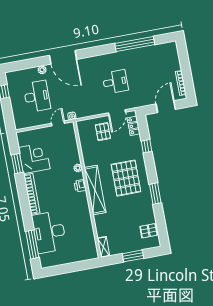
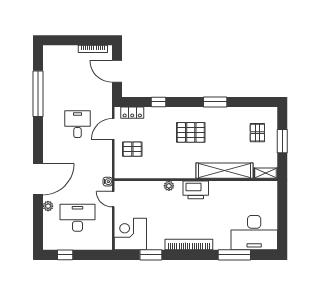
door: (117, 112) -> (113, 129), swing flipped
corner desk: (34, 158) -> (130, 234), moved
pallet: (126, 178) -> (191, 132), width x0.73, depth x0.71
printer: (80, 186) -> (196, 190), width x1.87, depth x1.48
shelving: (95, 190) -> (224, 171), moved
pallet: (149, 231) -> (257, 133), moved
desk: (49, 232) -> (254, 233), moved
window: (32, 244) -> (234, 255), moved

